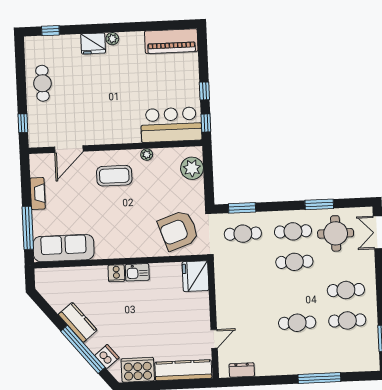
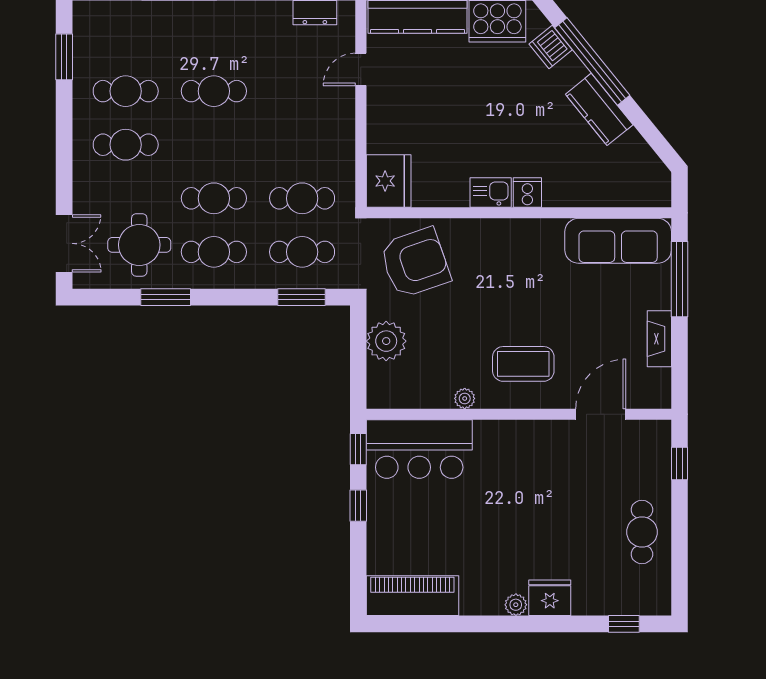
plant: (192, 168) -> (386, 341), moved
cafe table: (244, 264) -> (302, 198), added

